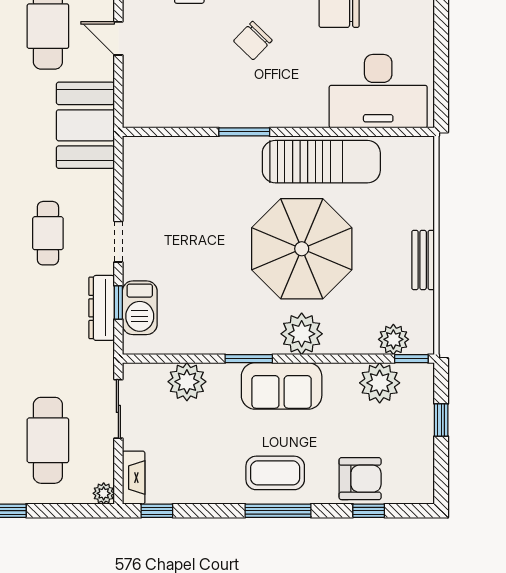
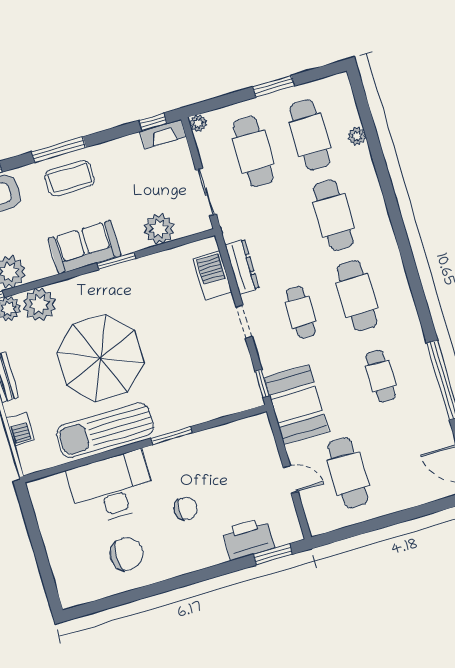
chair: (253, 41) -> (186, 508), turned 46
desk: (378, 91) -> (111, 488), moved
barbecue: (422, 193) -> (20, 429), added
window: (118, 303) -> (262, 383), moved
plant: (302, 334) -> (39, 304), moved
fireplace: (134, 478) -> (163, 134), moved, turned -90

